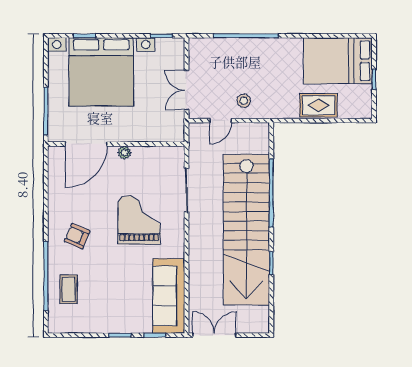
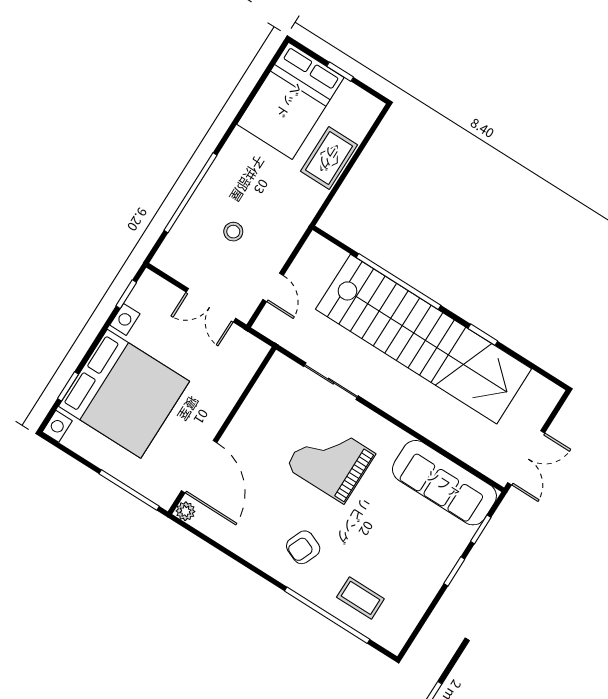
stool: (244, 101) -> (233, 232), moved
plant: (124, 153) -> (185, 511), moved
double door: (214, 335) -> (526, 458), swing flipped

